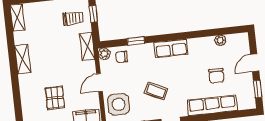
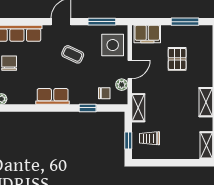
plant: (104, 54) -> (122, 85), moved

